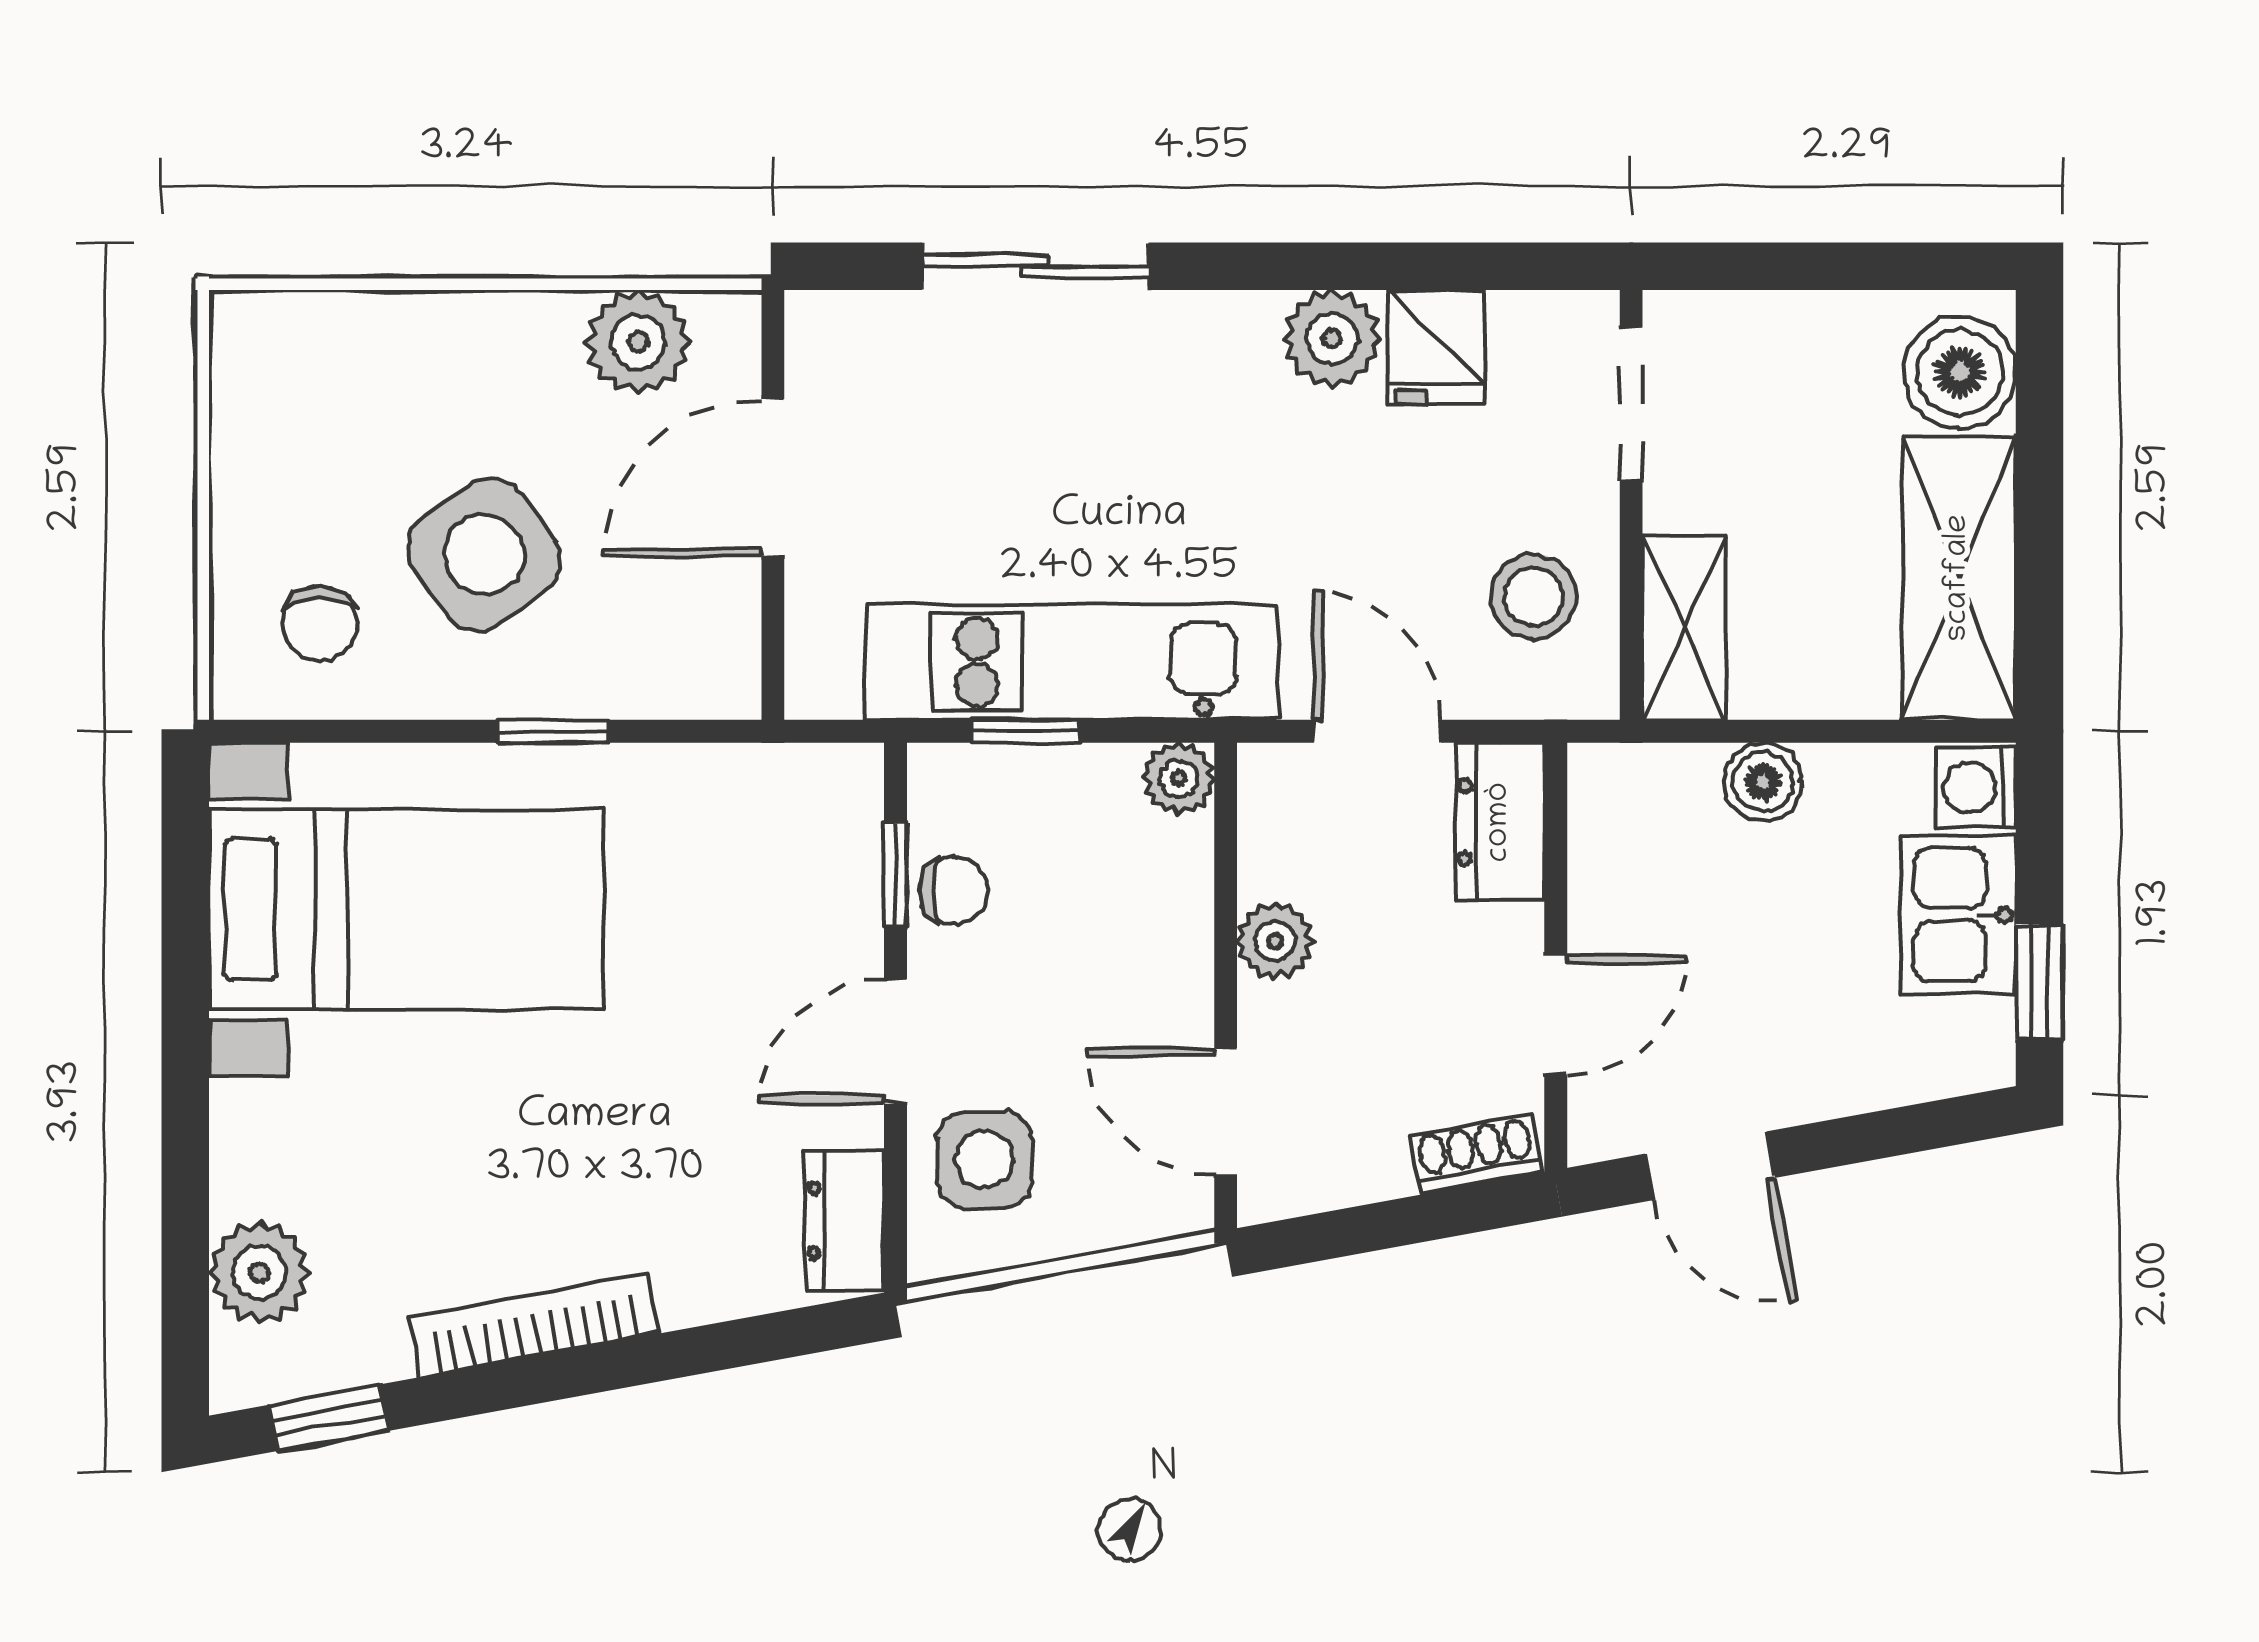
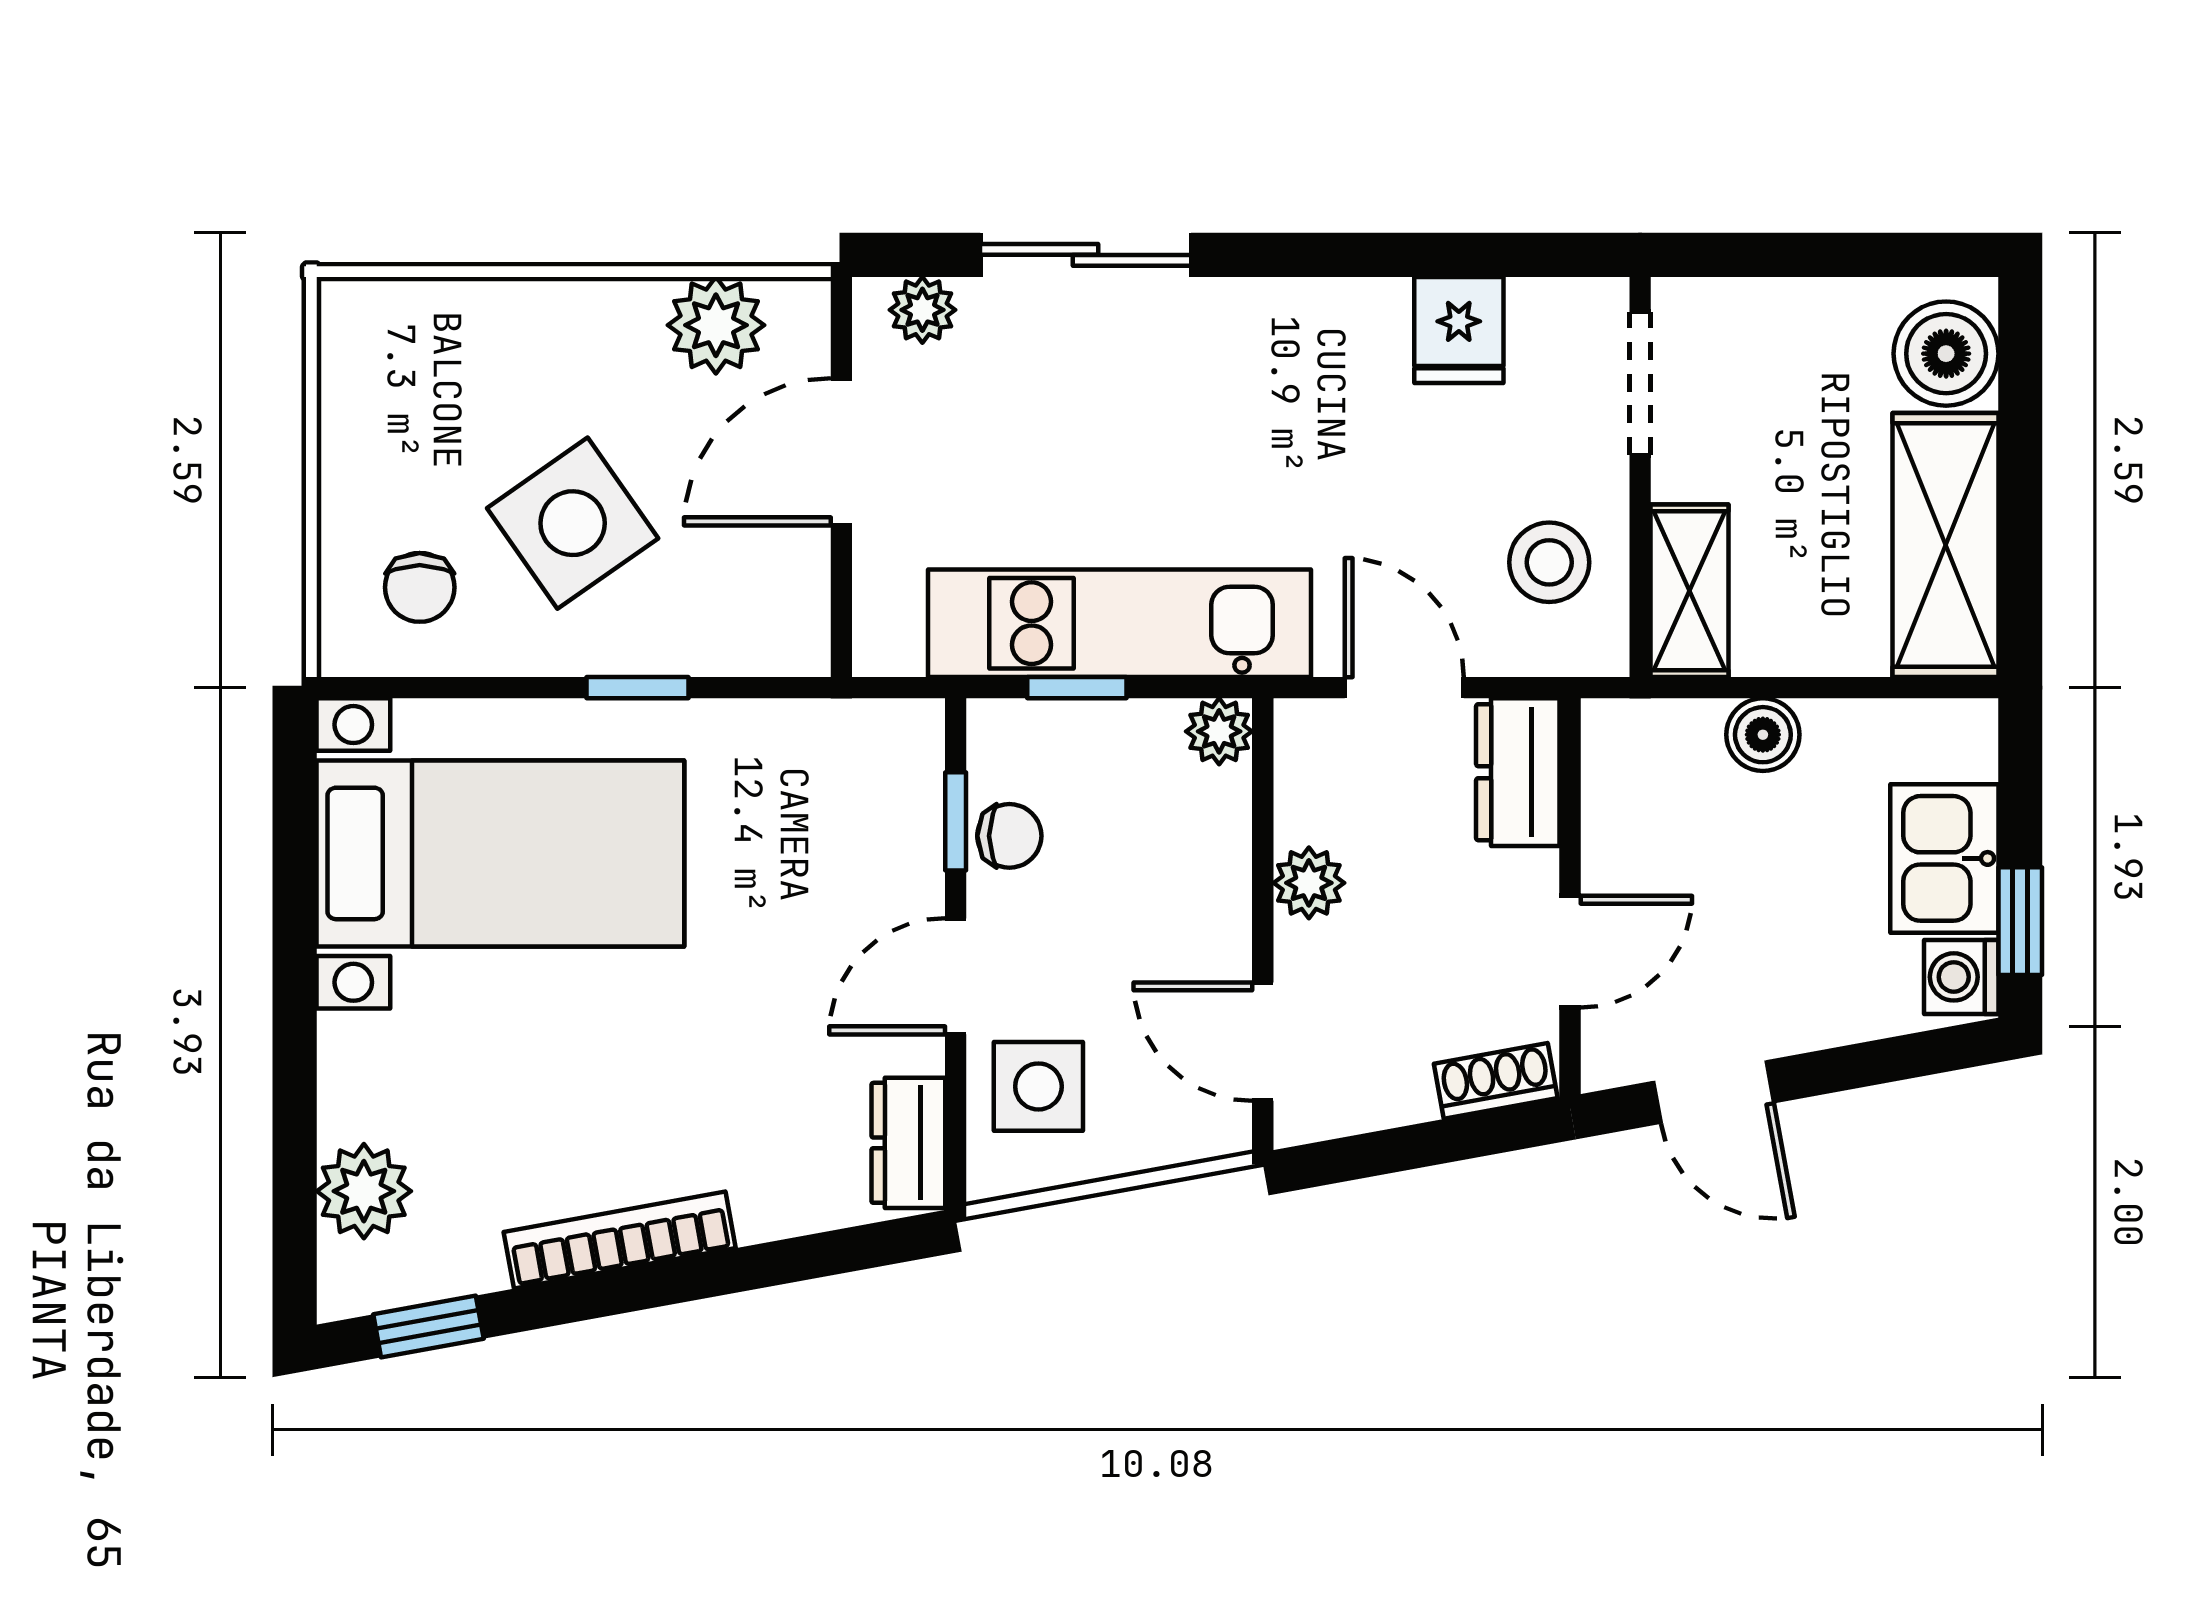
plant: (1332, 339) -> (922, 310), moved, width x0.73, depth x0.73
washing machine: (1976, 787) -> (1961, 977), moved

